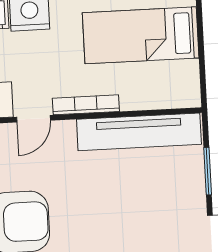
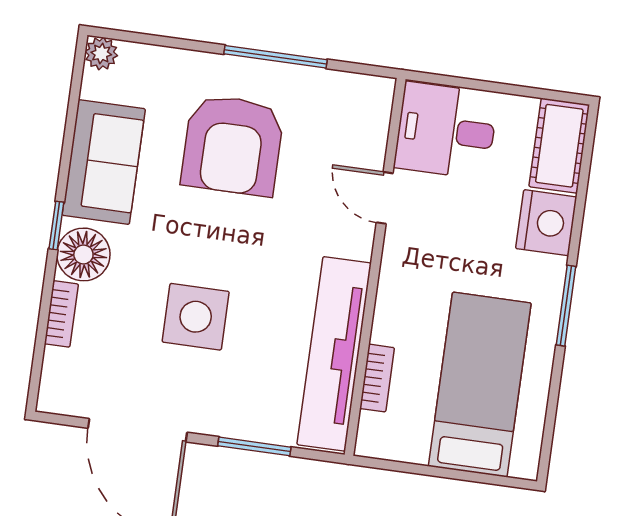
bookcase: (86, 105) -> (377, 378), moved, width x0.64
side table: (132, 224) -> (196, 317), added

